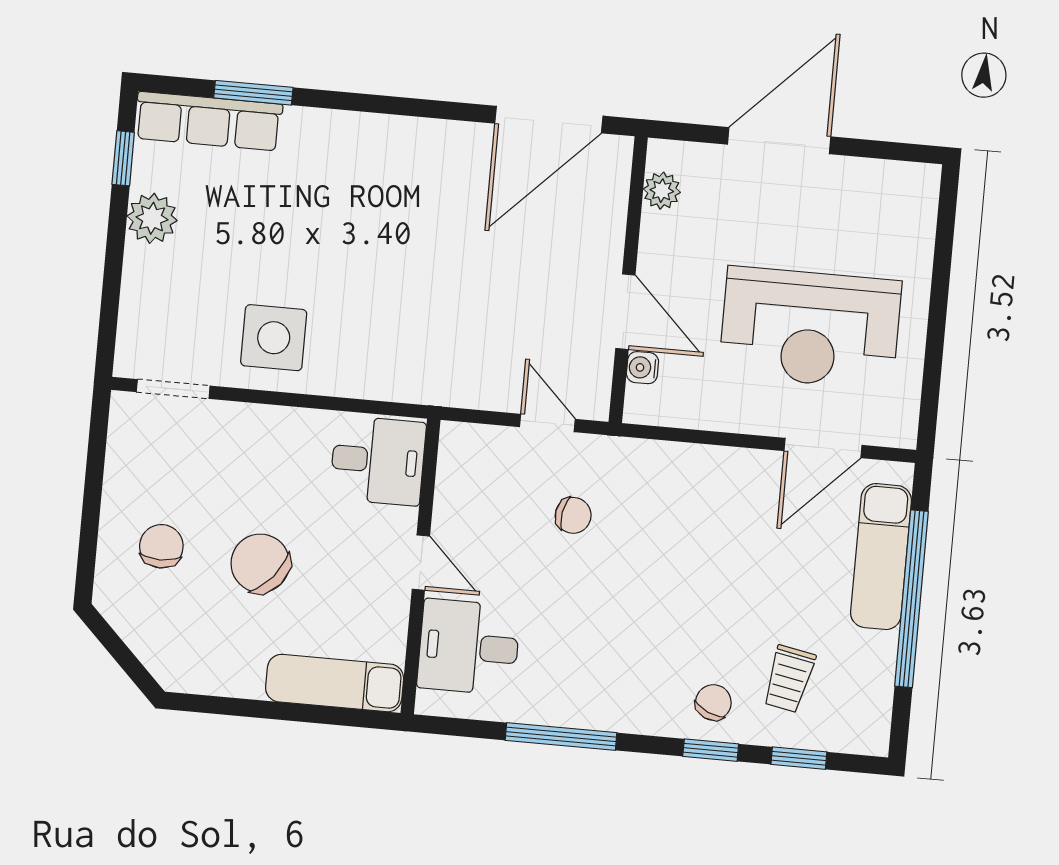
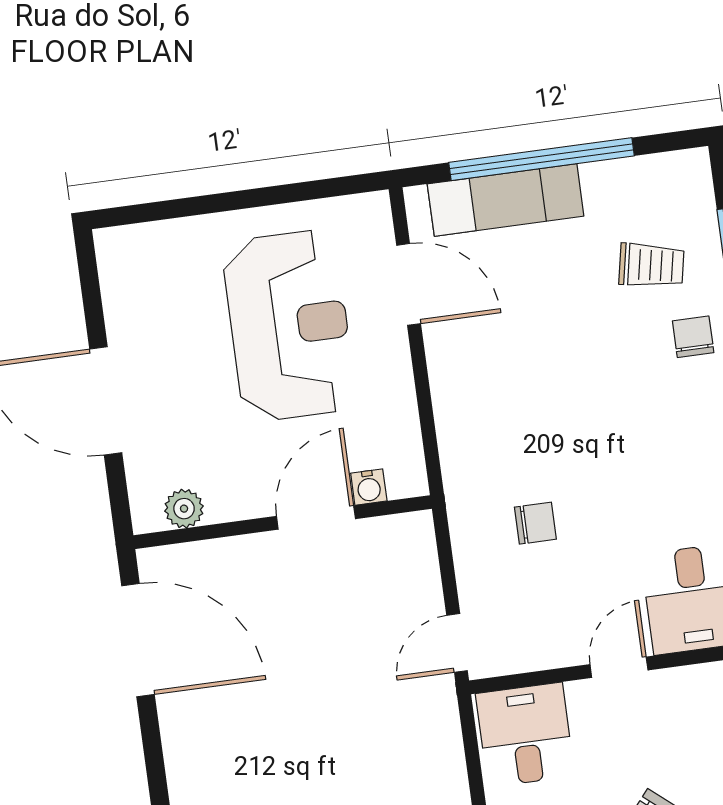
door: (547, 423) -> (457, 643), moved
chair: (573, 515) -> (535, 523), turned 80
chair: (713, 702) -> (693, 337), turned 66

